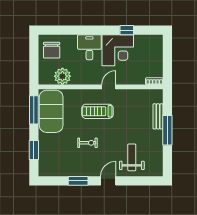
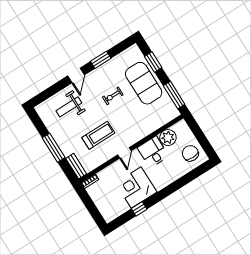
desk: (89, 47) -> (153, 152), moved, turned 180
exercise mat: (51, 111) -> (144, 83), moved
treadmill: (97, 111) -> (98, 135), moved
bench: (158, 116) -> (76, 166), moved
weight bench: (132, 157) -> (69, 107), turned 90

